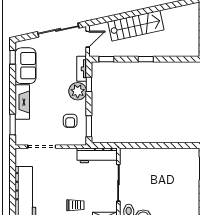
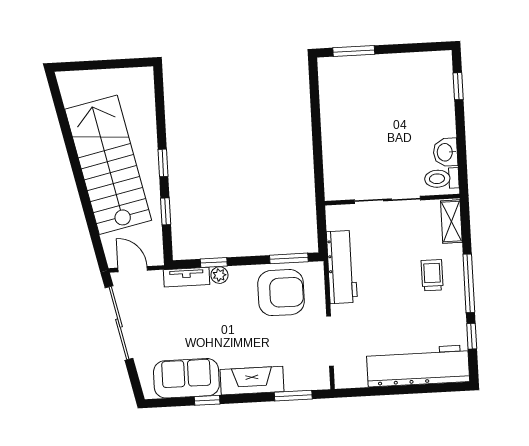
stairs: (136, 26) -> (108, 165), width x1.36, depth x1.51
window: (13, 57) -> (207, 400), moved
window: (106, 59) -> (166, 211), moved
plant: (78, 91) -> (219, 275), width x0.53, depth x0.53
armchair: (70, 121) -> (281, 293), width x1.88, depth x1.88
workbench: (97, 155) -> (342, 267), moved

